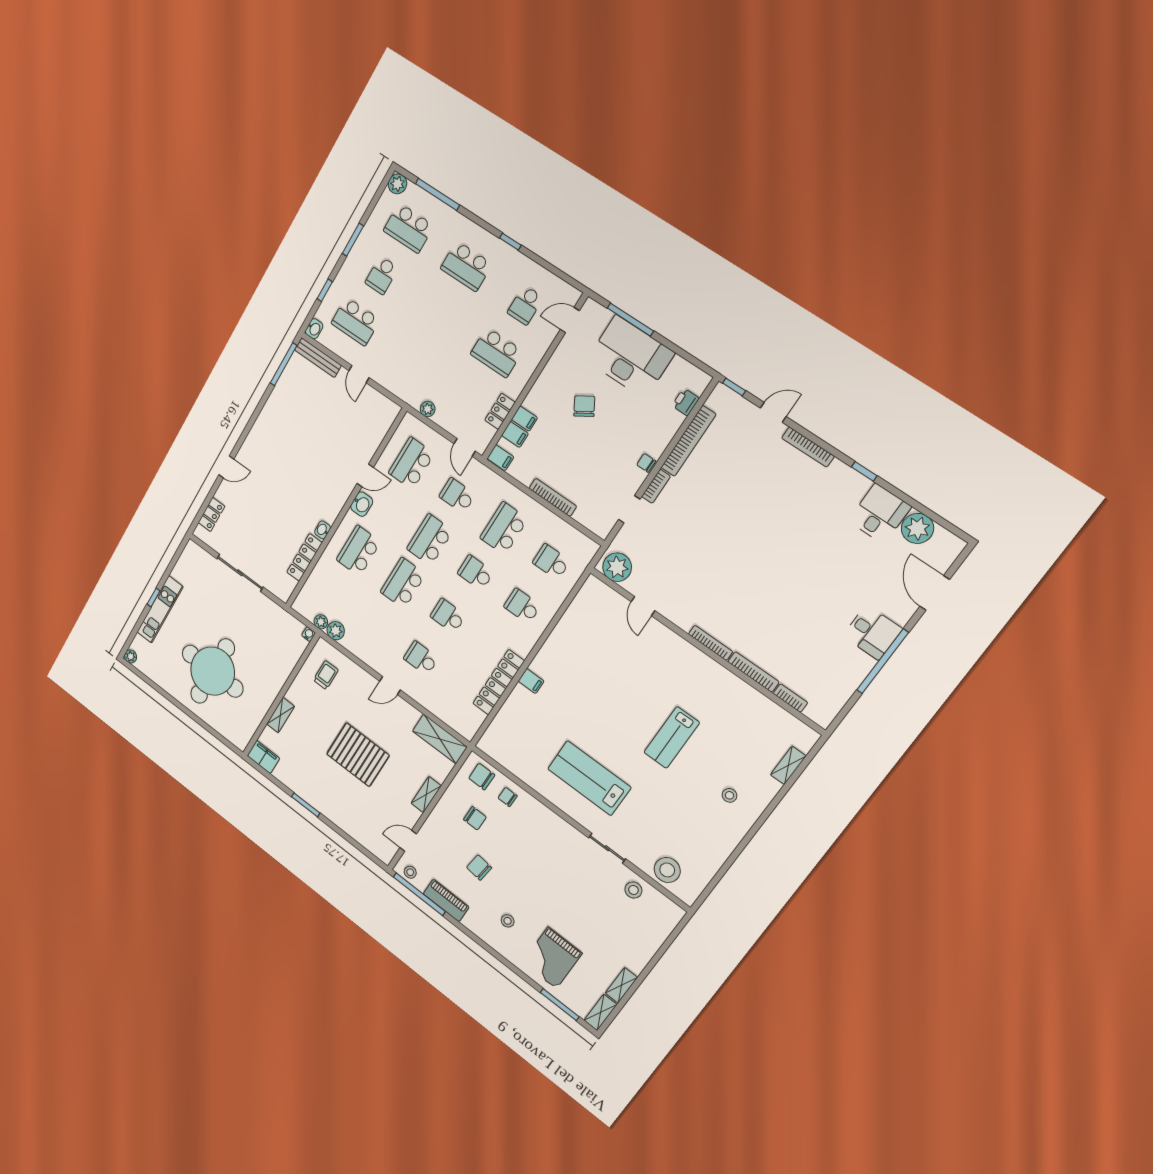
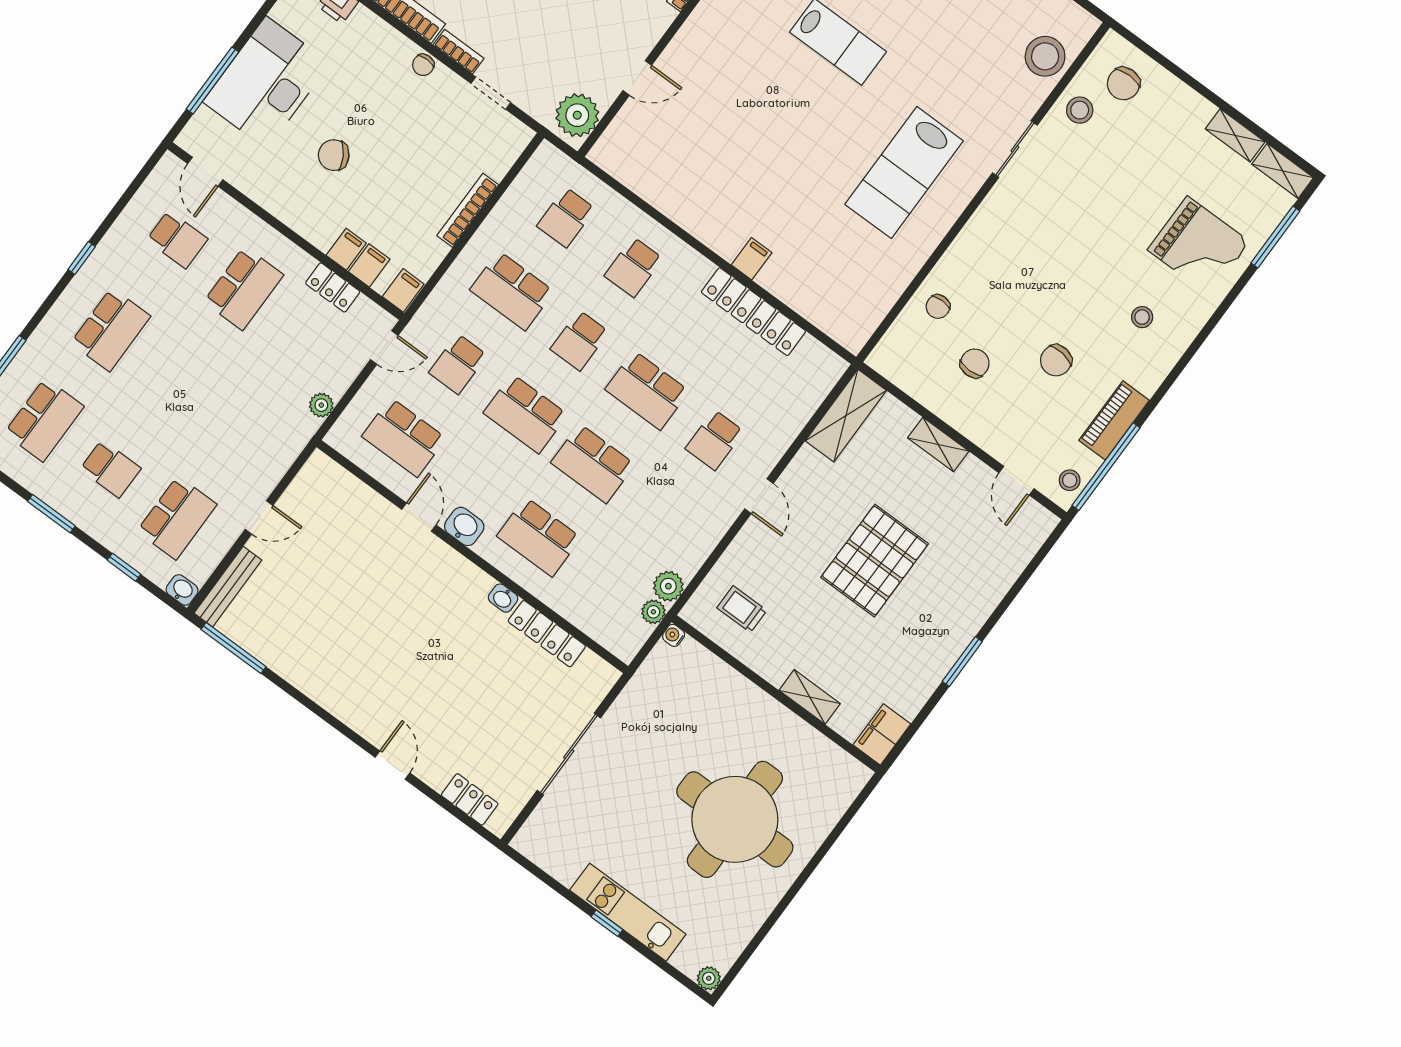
school desk: (448, 616) -> (647, 390), width x1.85
chair: (482, 777) -> (1124, 84), moved

